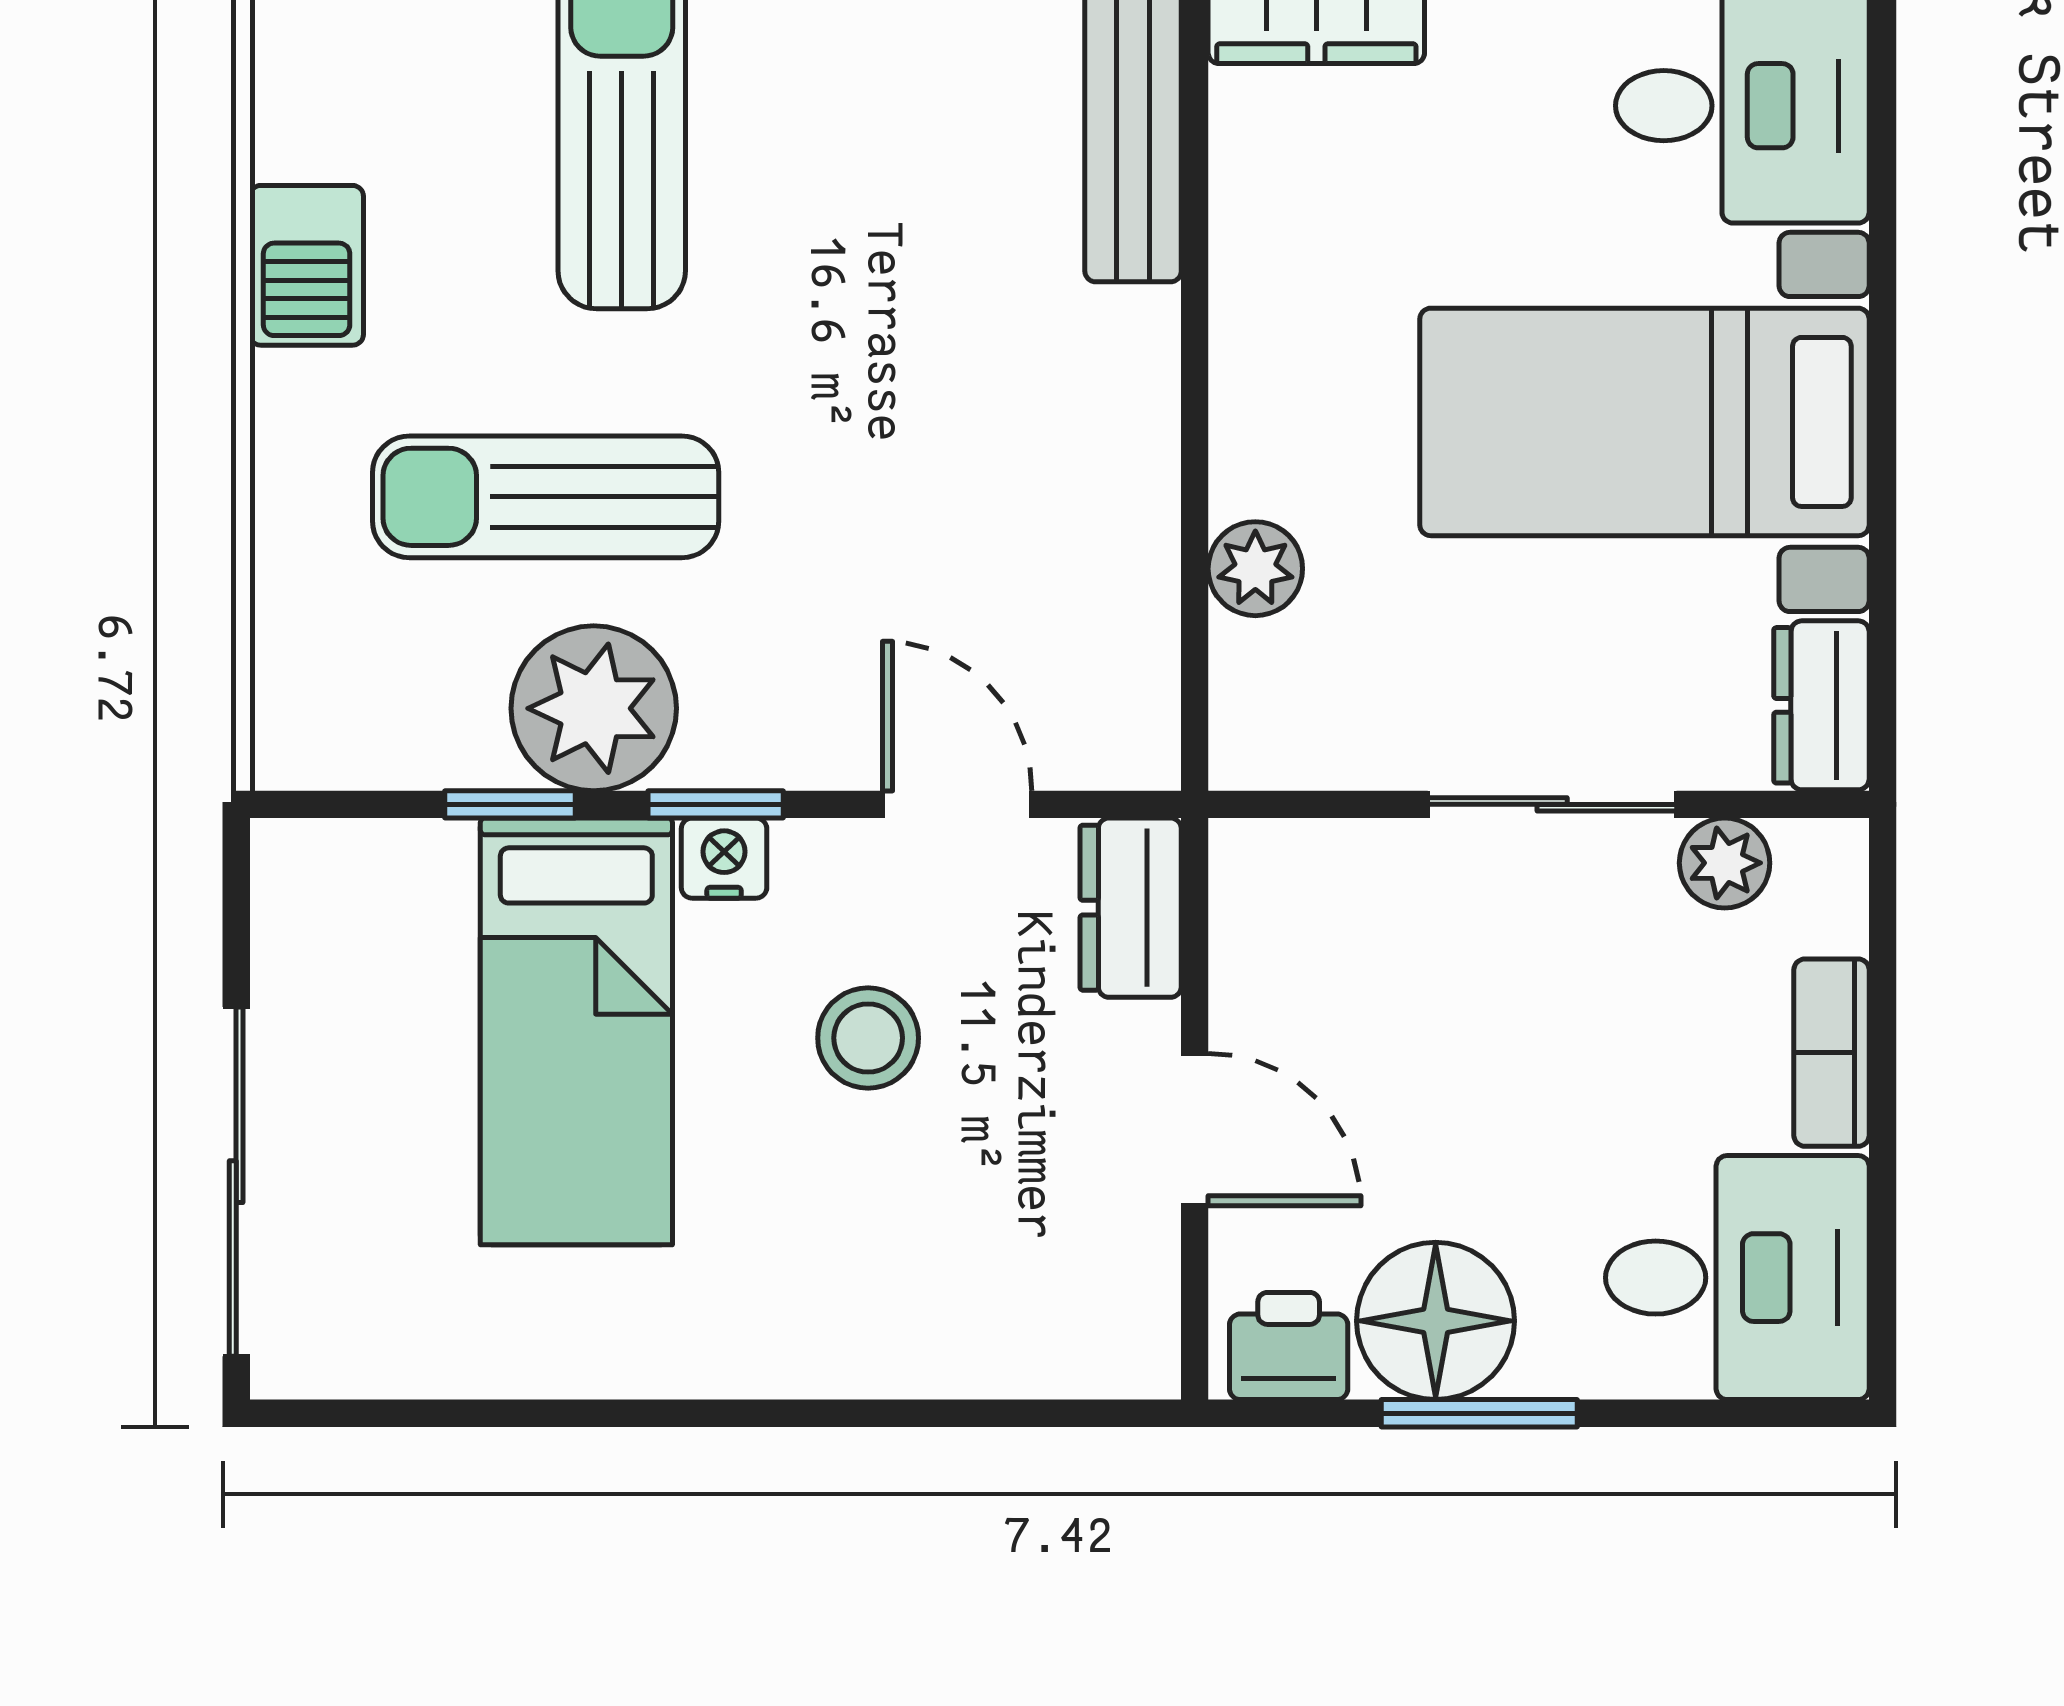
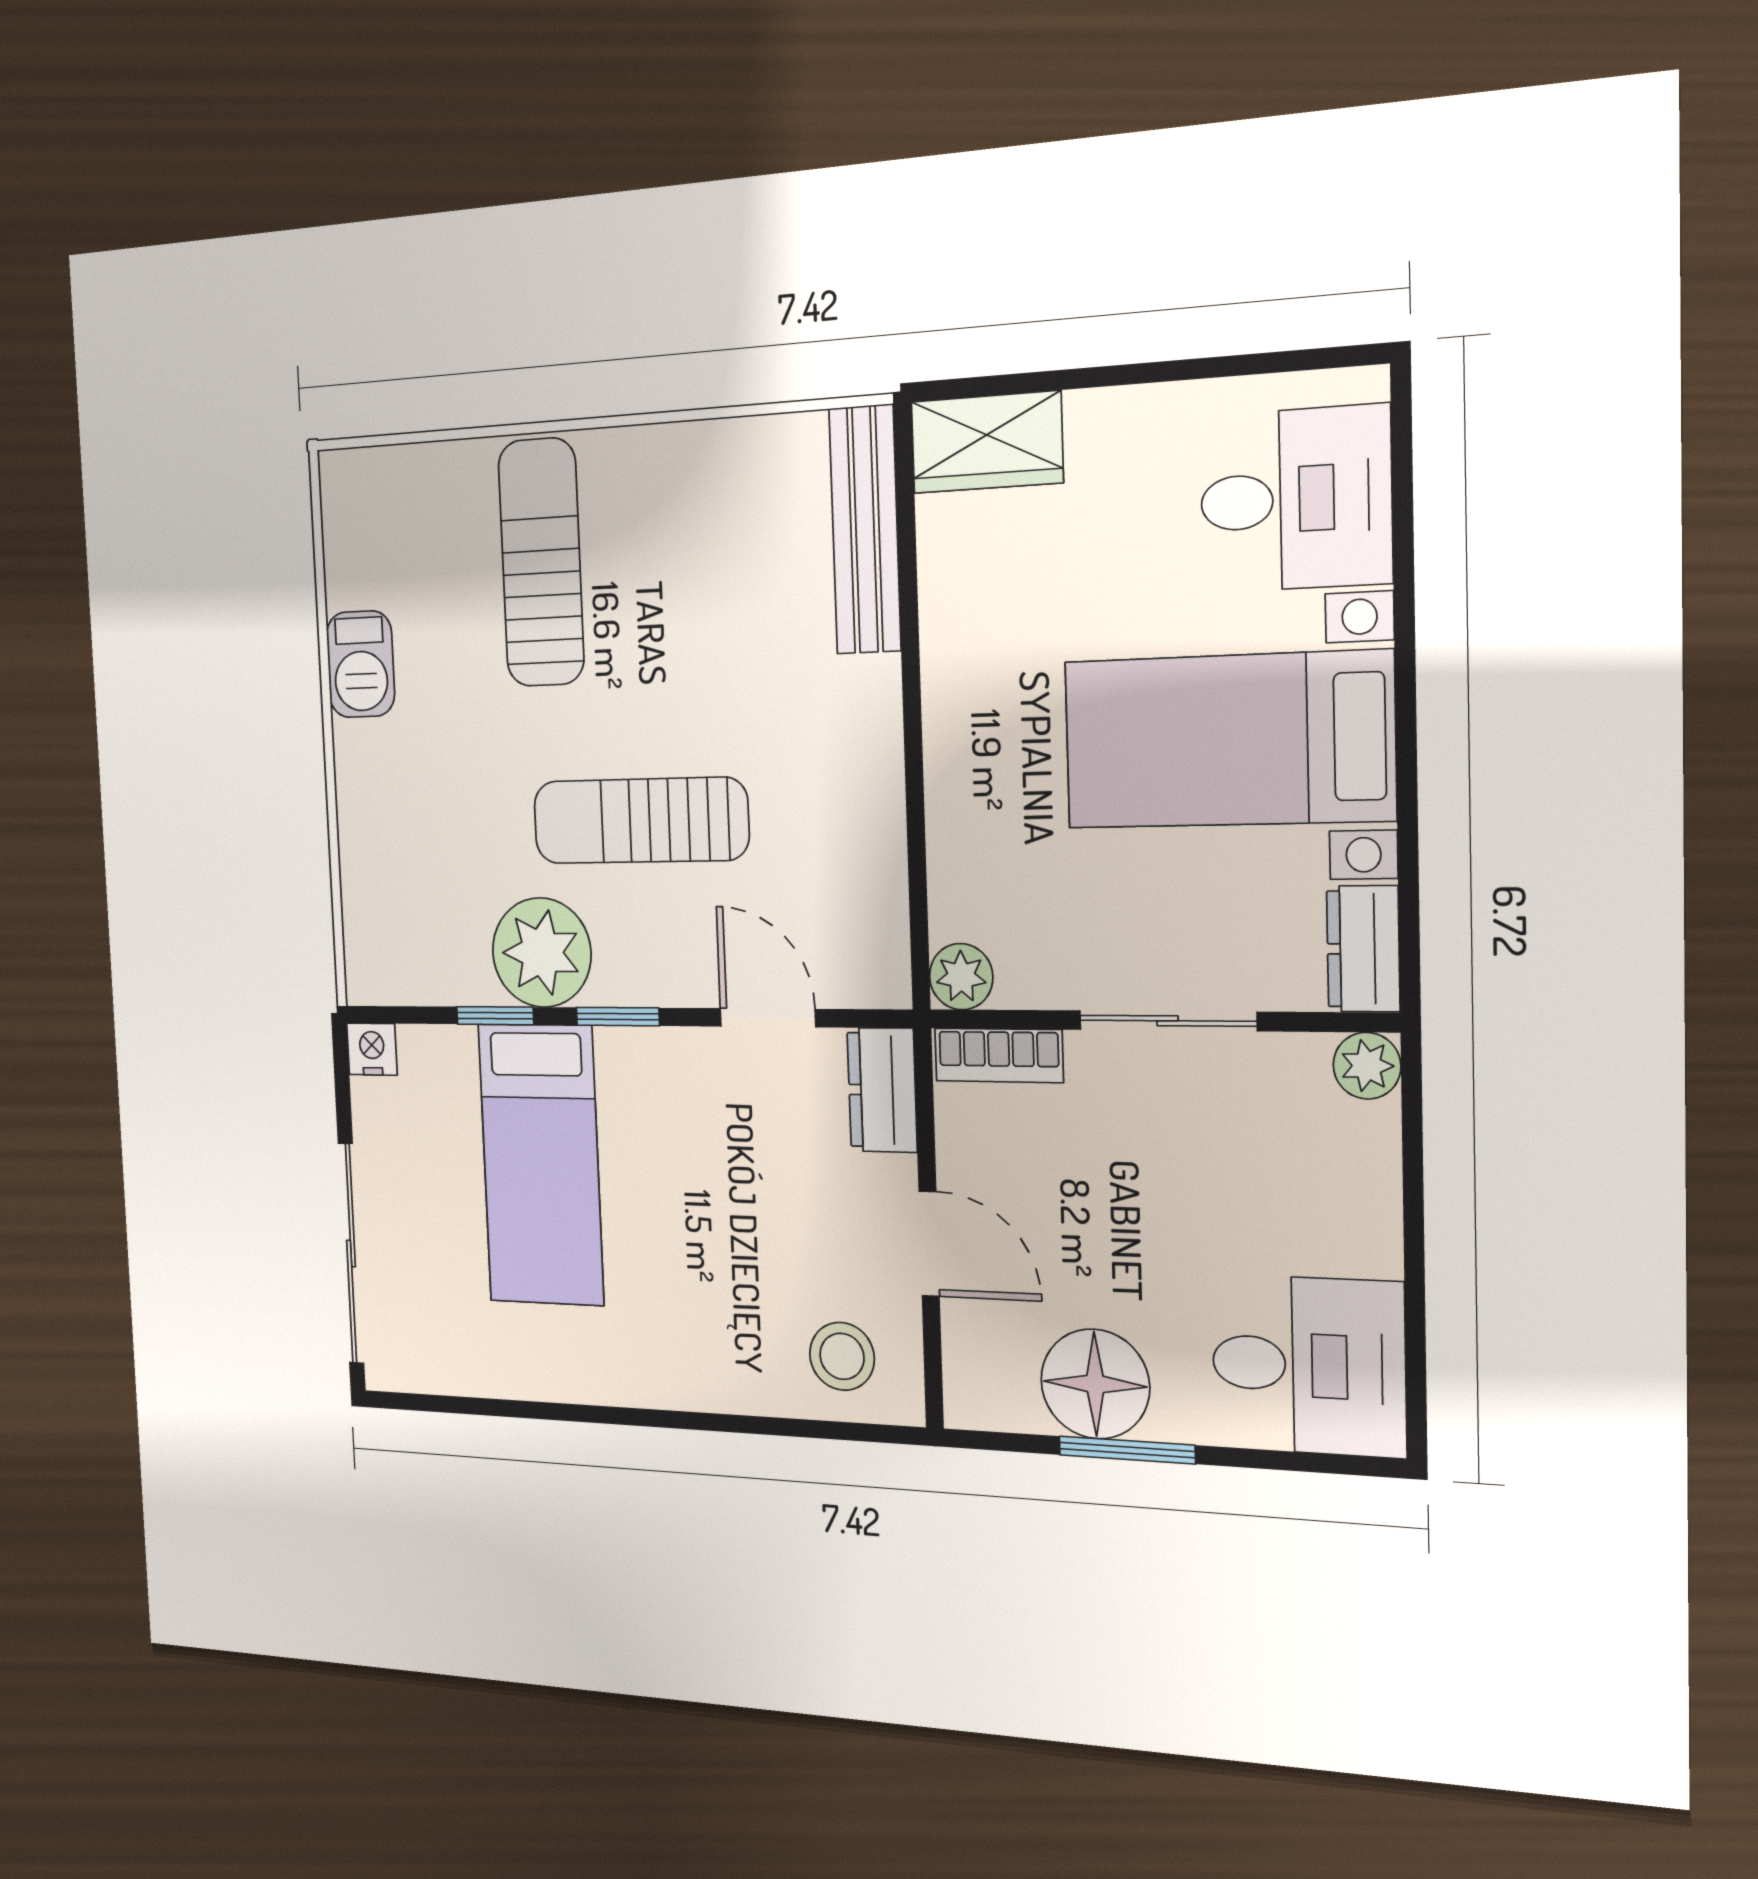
sun lounger: (546, 497) -> (640, 821), moved
plant: (1255, 569) -> (961, 977), moved
nightstand: (724, 858) -> (372, 1049), moved
plant: (1725, 863) -> (1367, 1066), moved
stool: (868, 1038) -> (842, 1356), moved
bookcase: (1832, 1053) -> (999, 1055), moved, turned -90
printer: (1289, 1346) -> (996, 1395), removed

